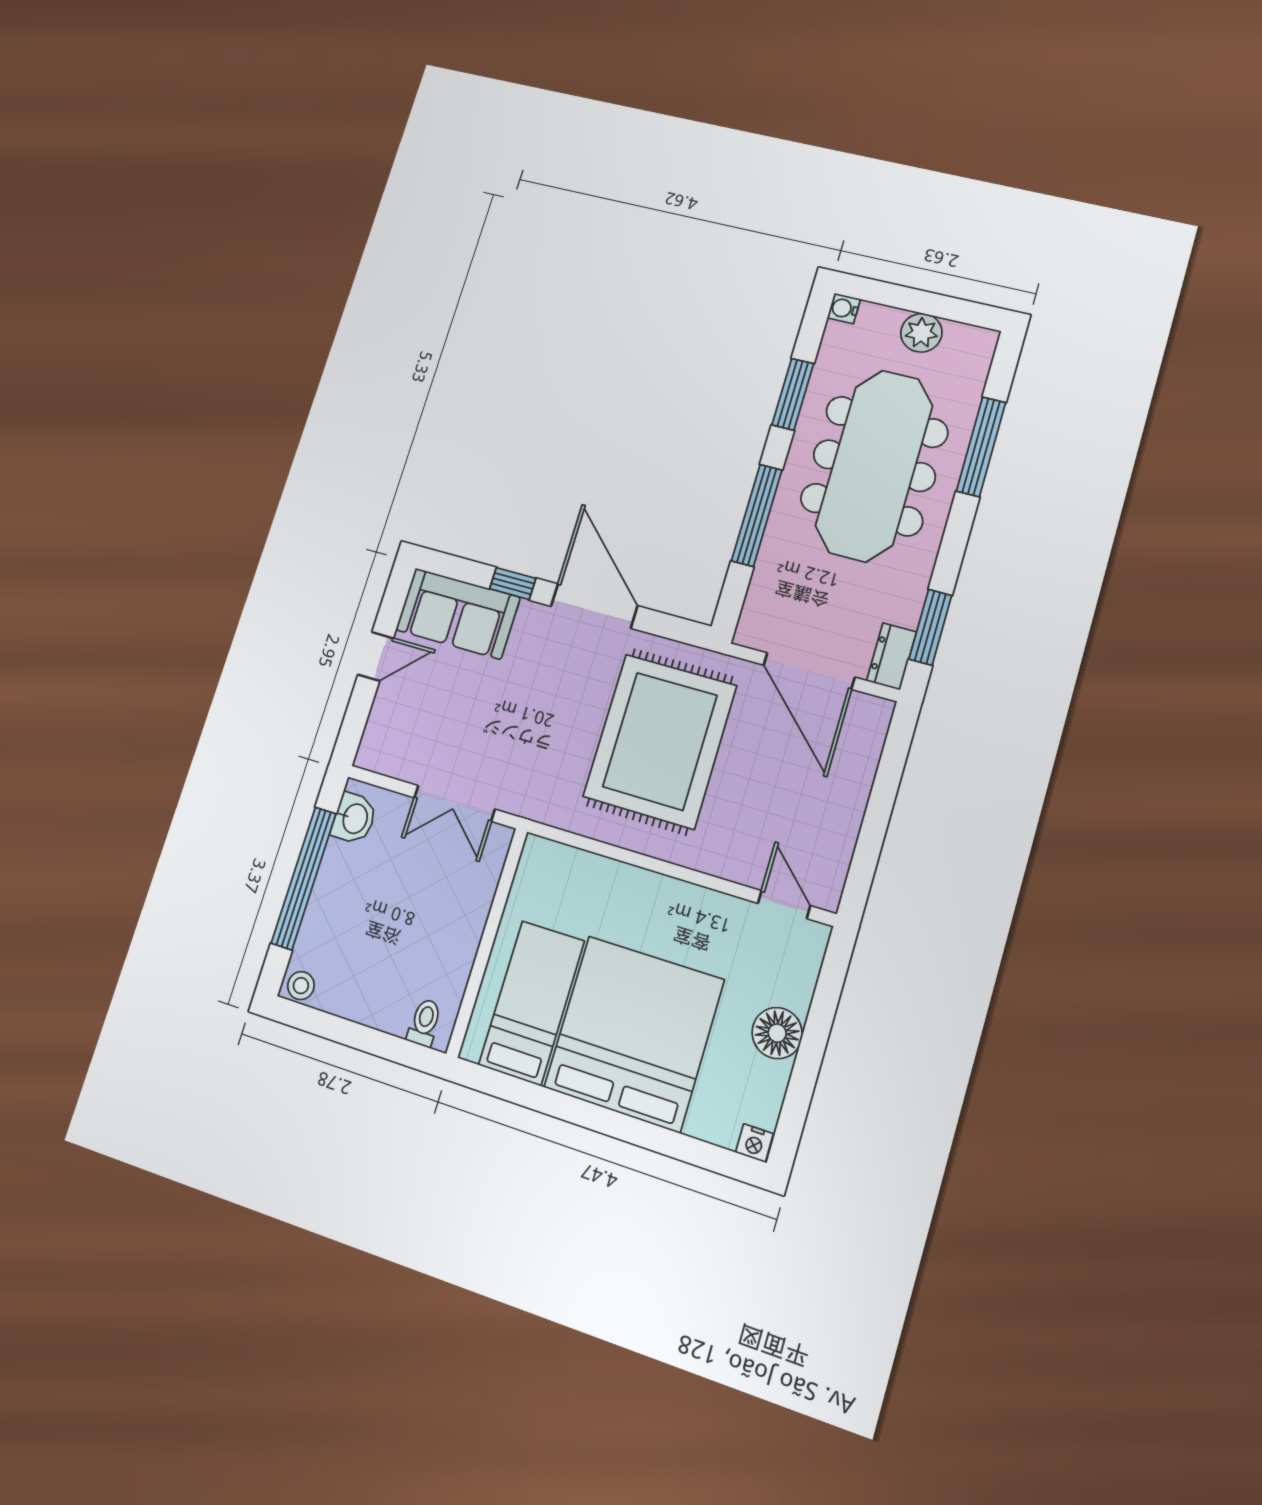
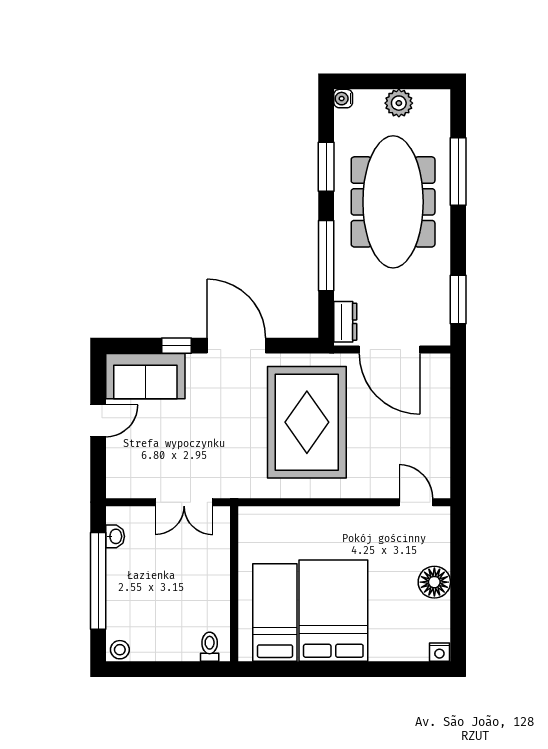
dresser: (891, 656) -> (345, 322), moved, turned 180
washbasin: (354, 818) -> (115, 536), width x0.72, depth x0.69
bed: (634, 1034) -> (333, 611), width x0.73

